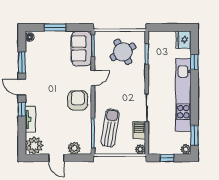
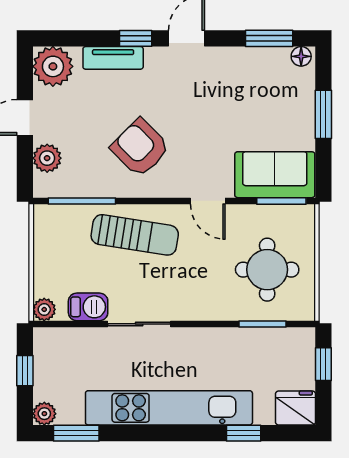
window: (164, 27) -> (323, 364), added
round table: (123, 52) -> (267, 270), turned 30
window: (22, 62) -> (269, 38), moved
armchair: (78, 101) -> (140, 148), moved, turned -135
sun lounger: (110, 128) -> (135, 235), moved

